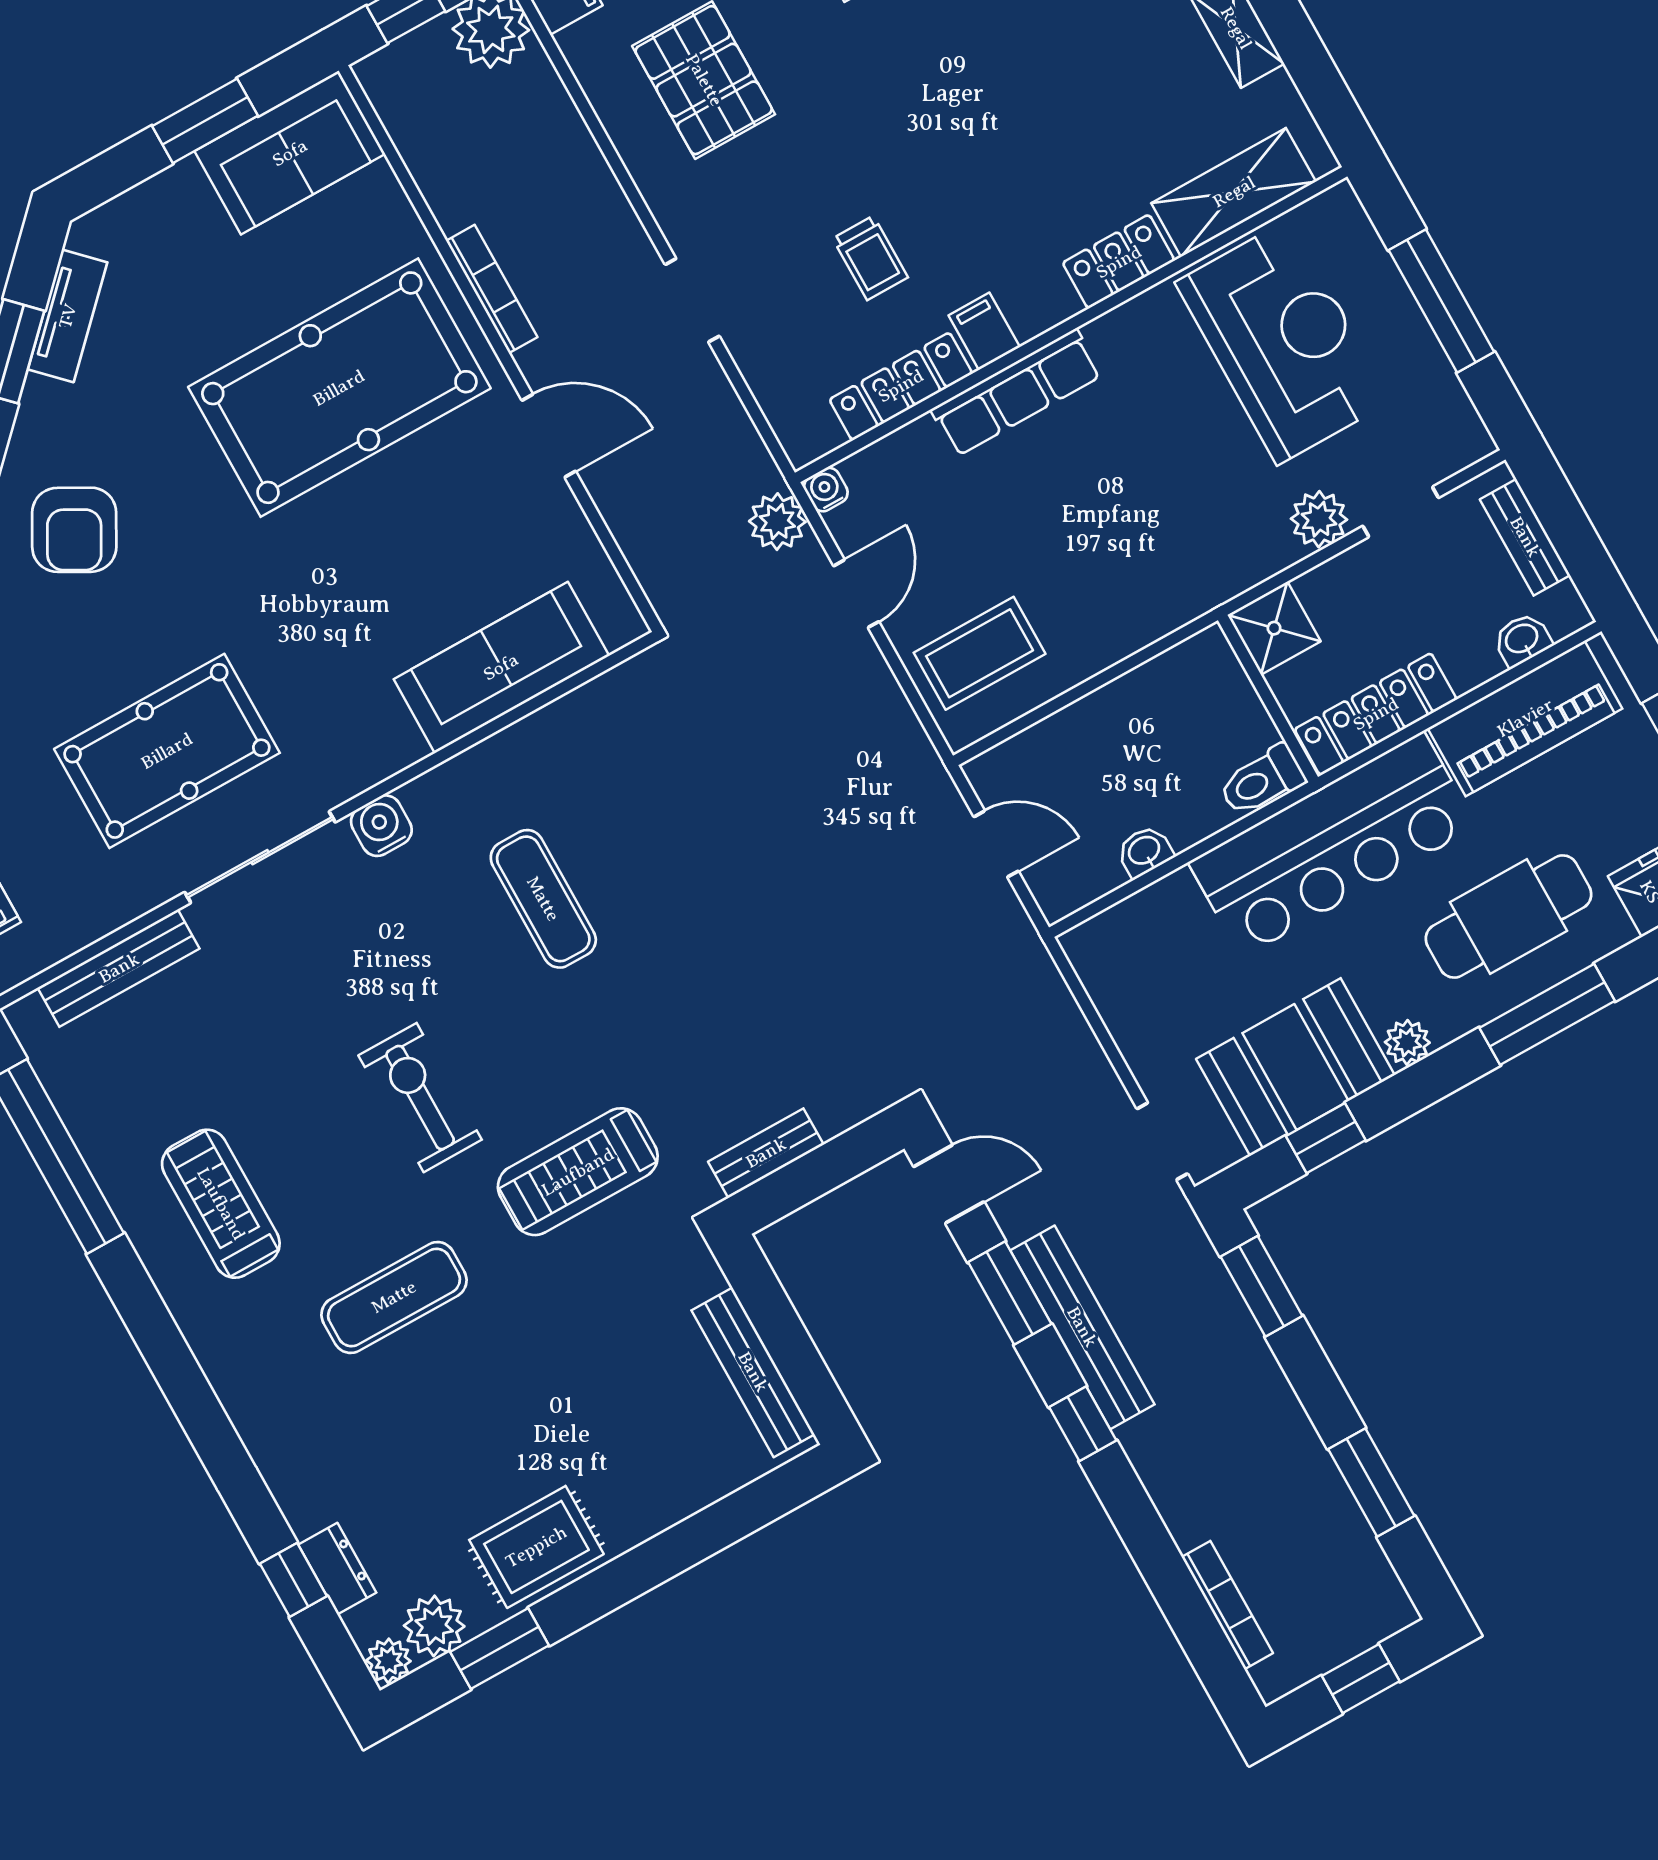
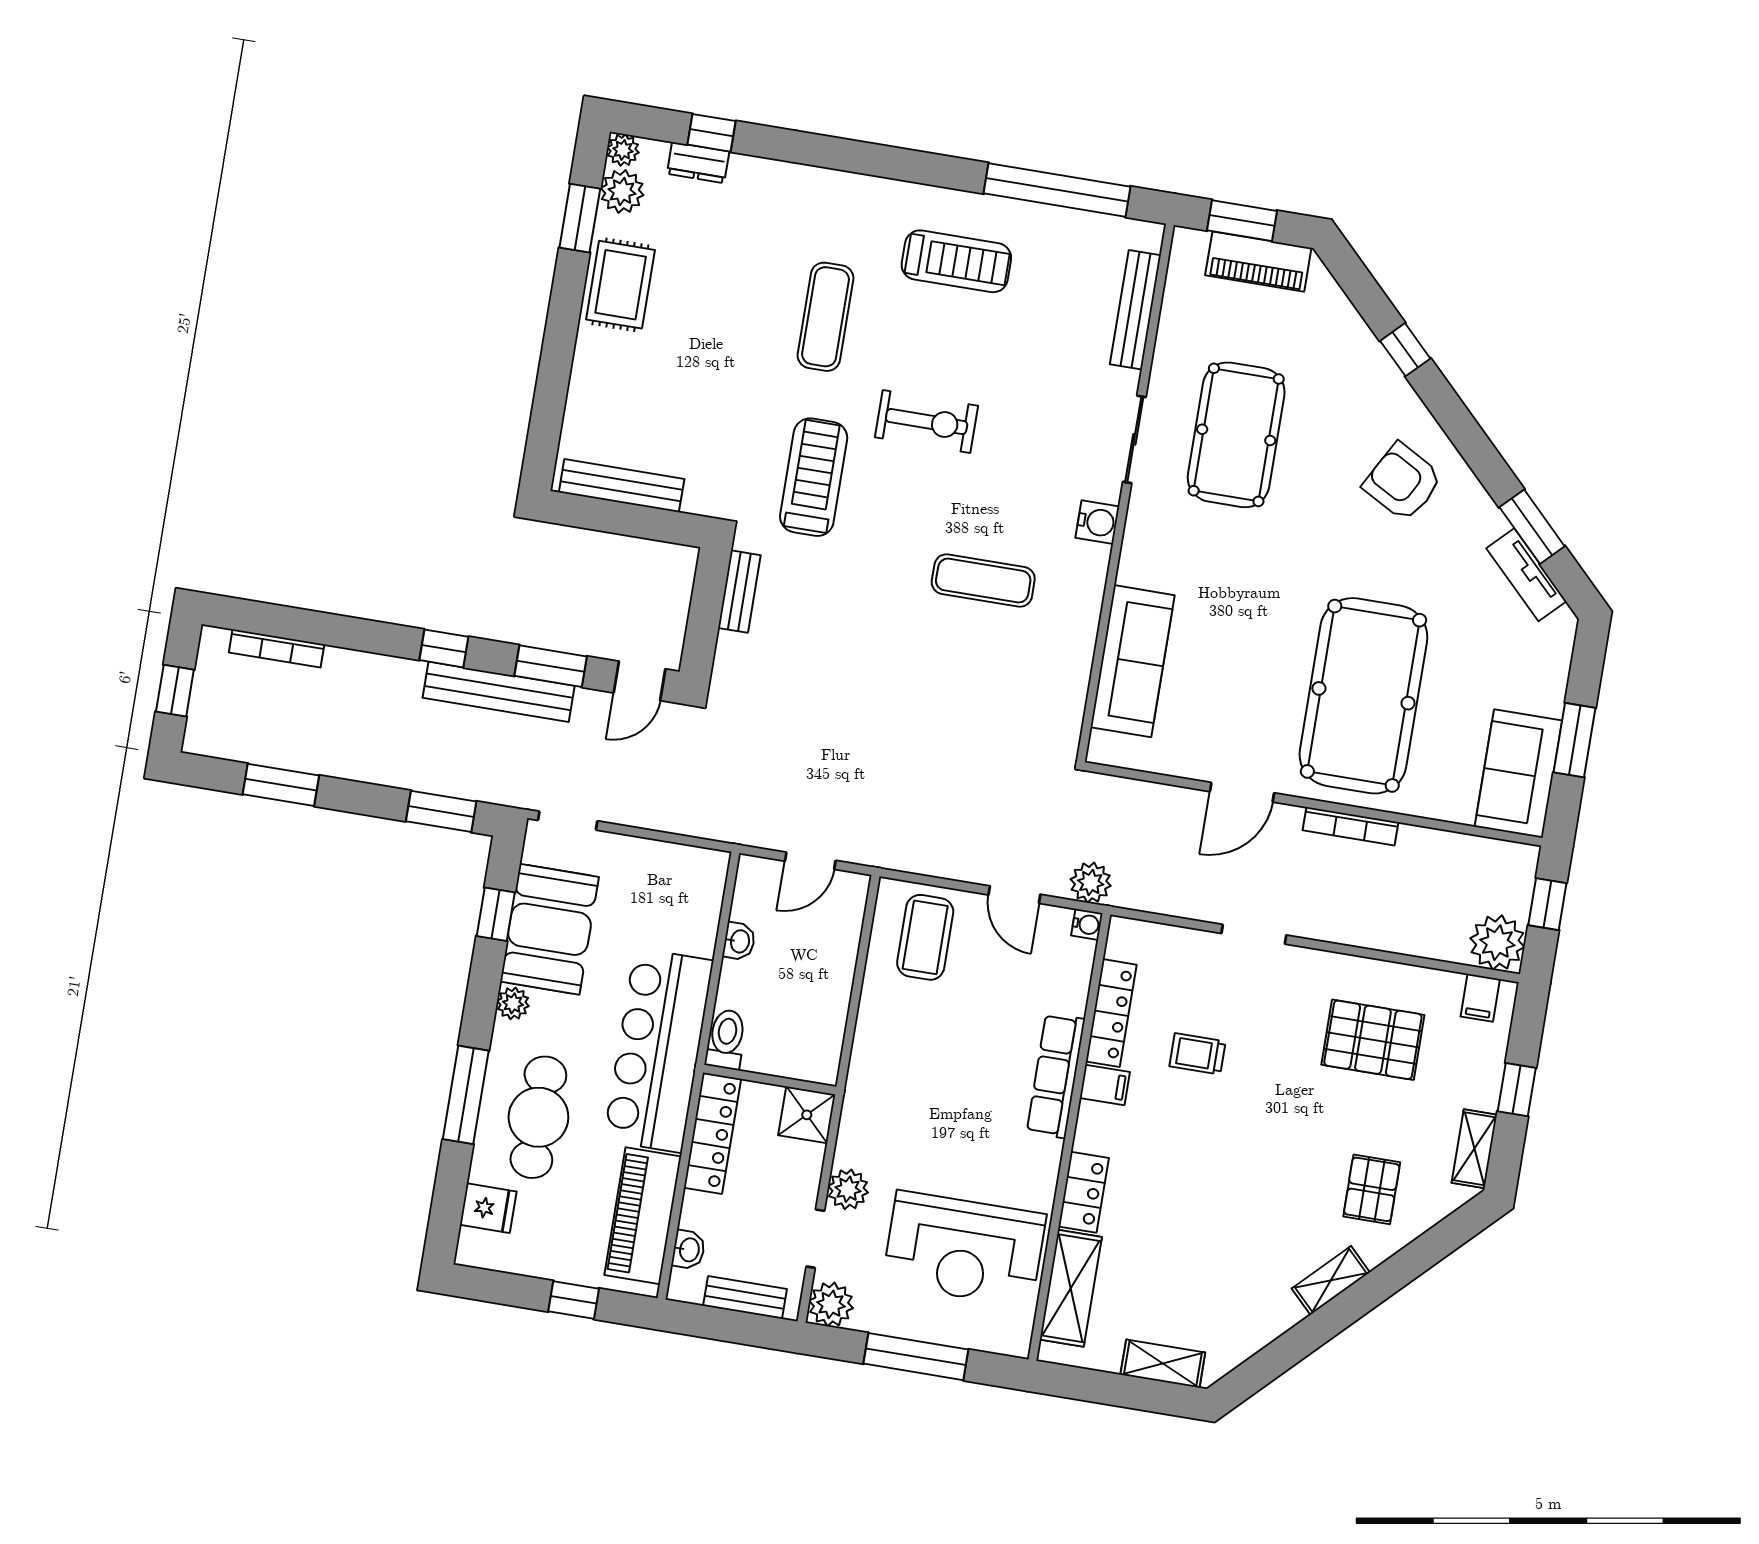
plant: (1458, 438) -> (831, 1304), added
sliding door: (260, 857) -> (1134, 439), width x0.73

